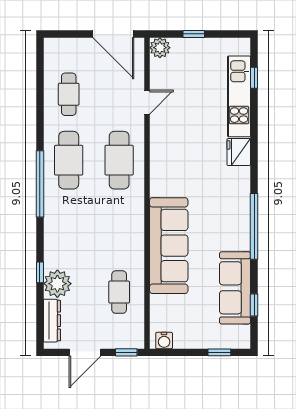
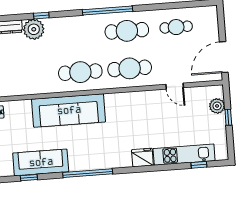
plant: (160, 48) -> (217, 106), moved
cafe table: (119, 292) -> (80, 72), moved, width x1.37, depth x1.35

